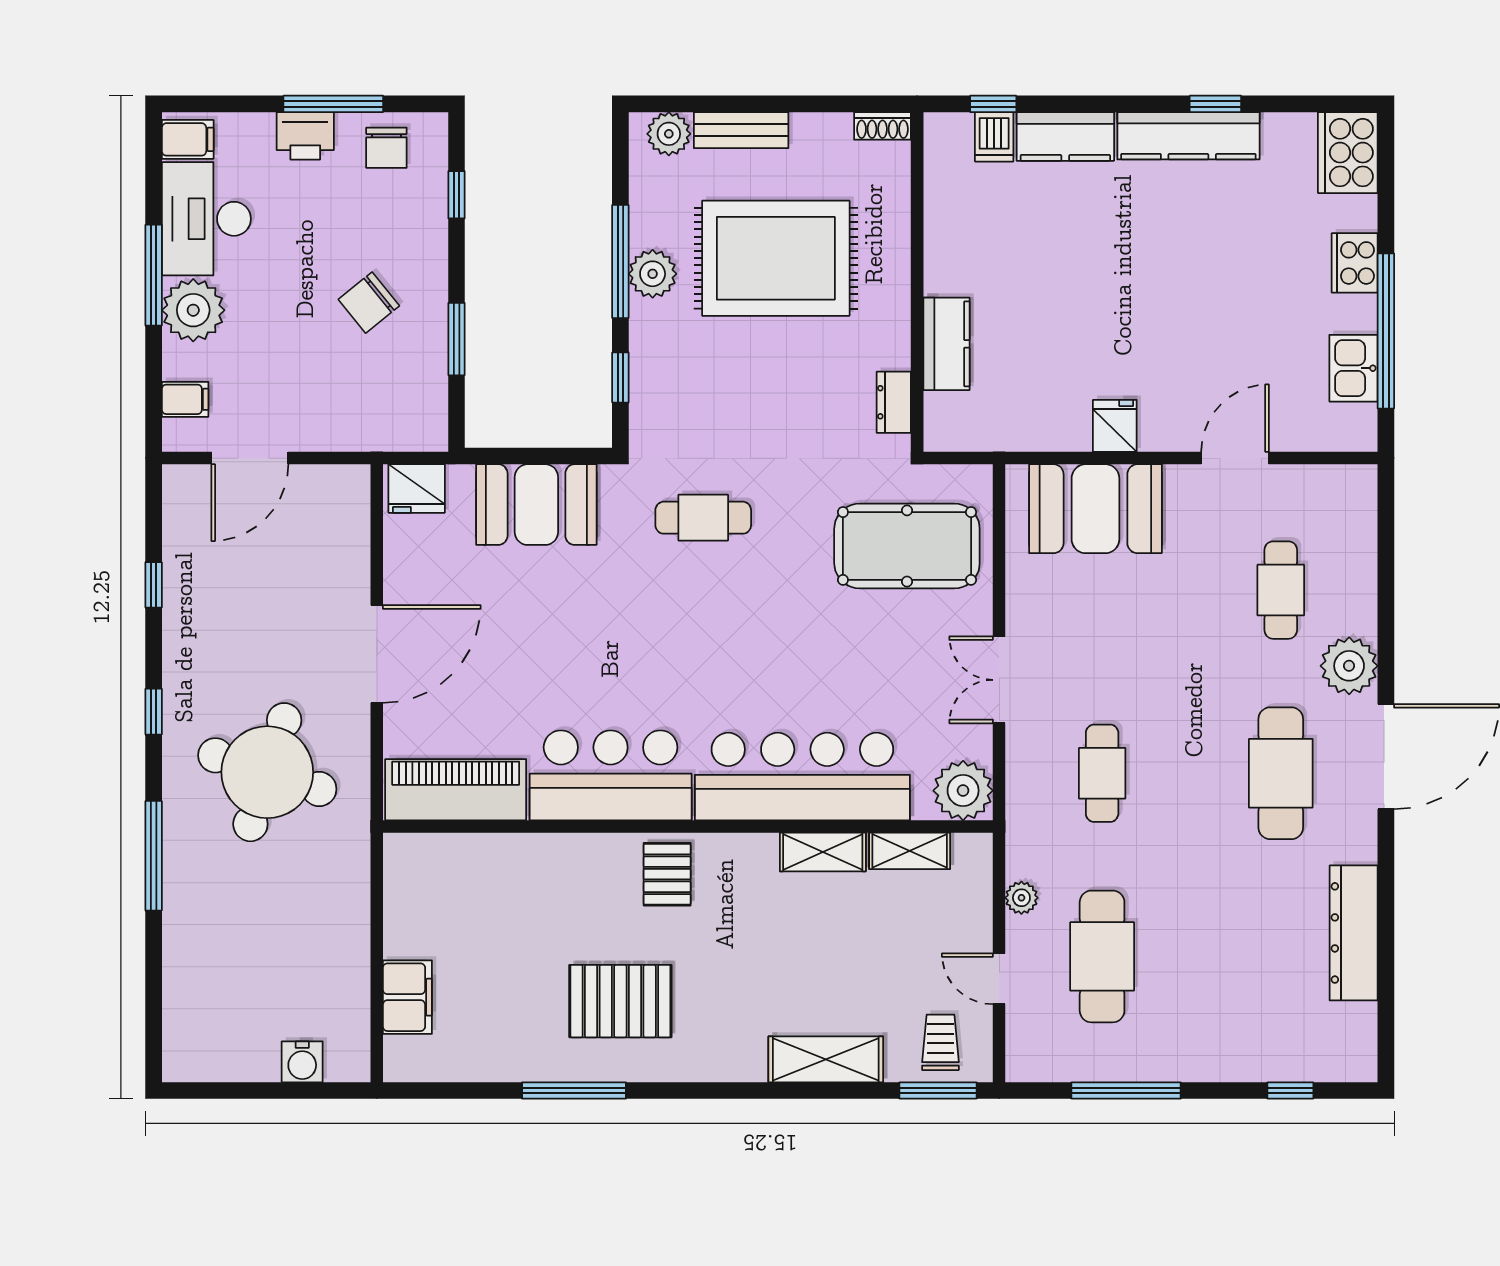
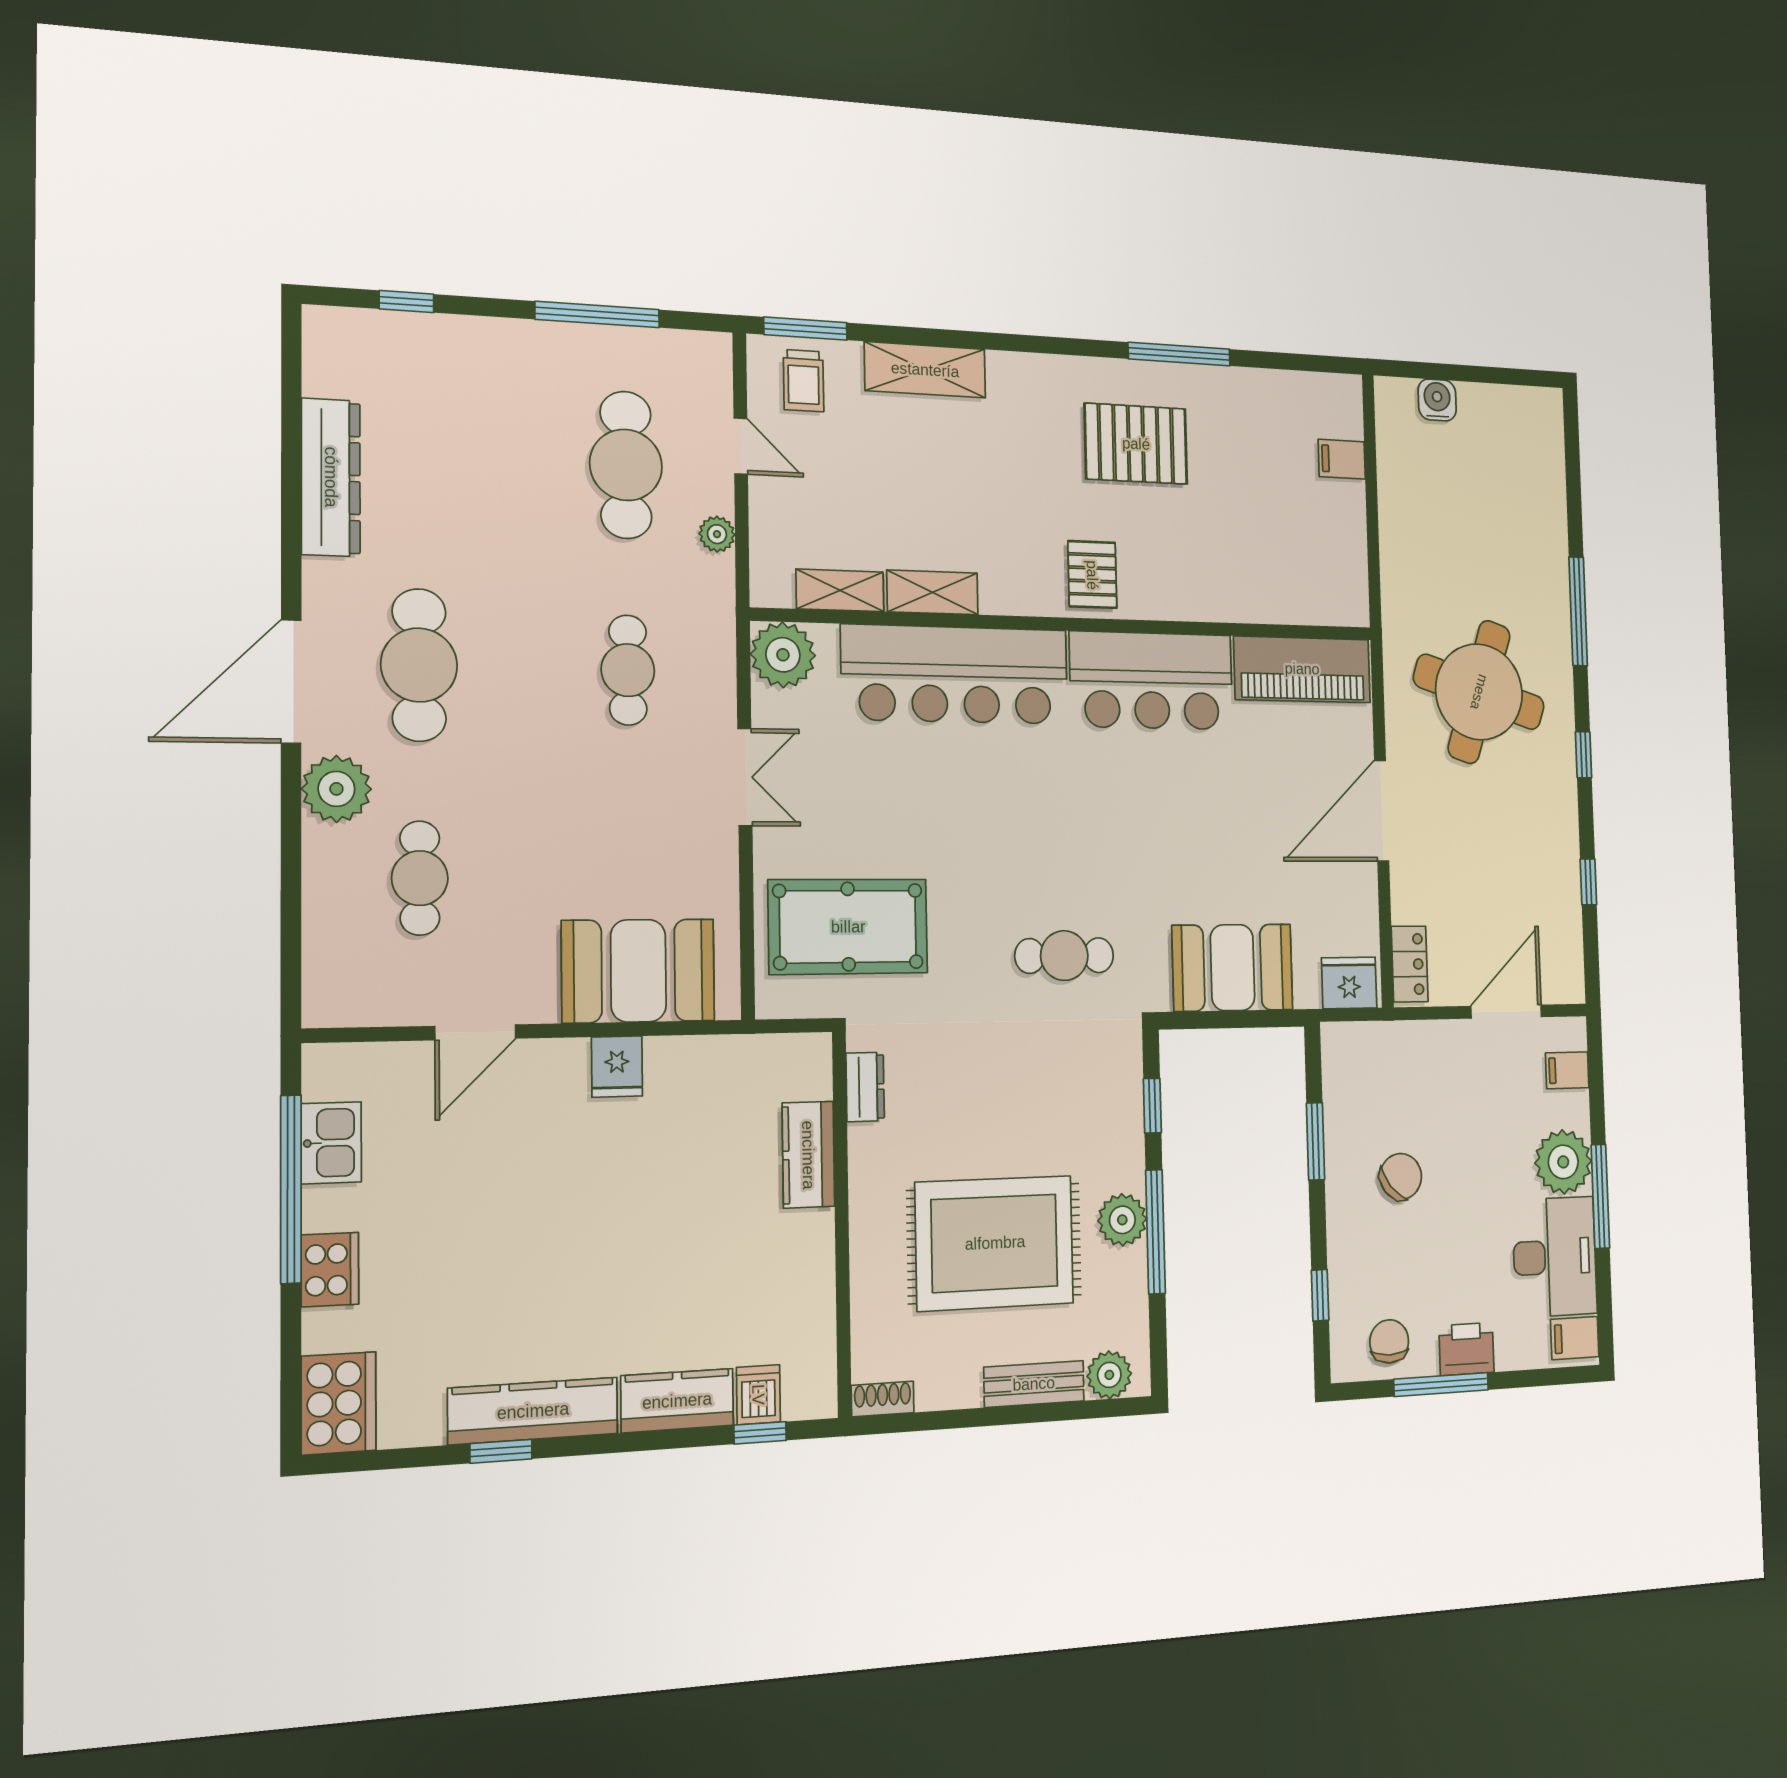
locker: (352, 506) -> (1410, 964), added
filing cabinet: (407, 997) -> (1342, 459), width x0.50

